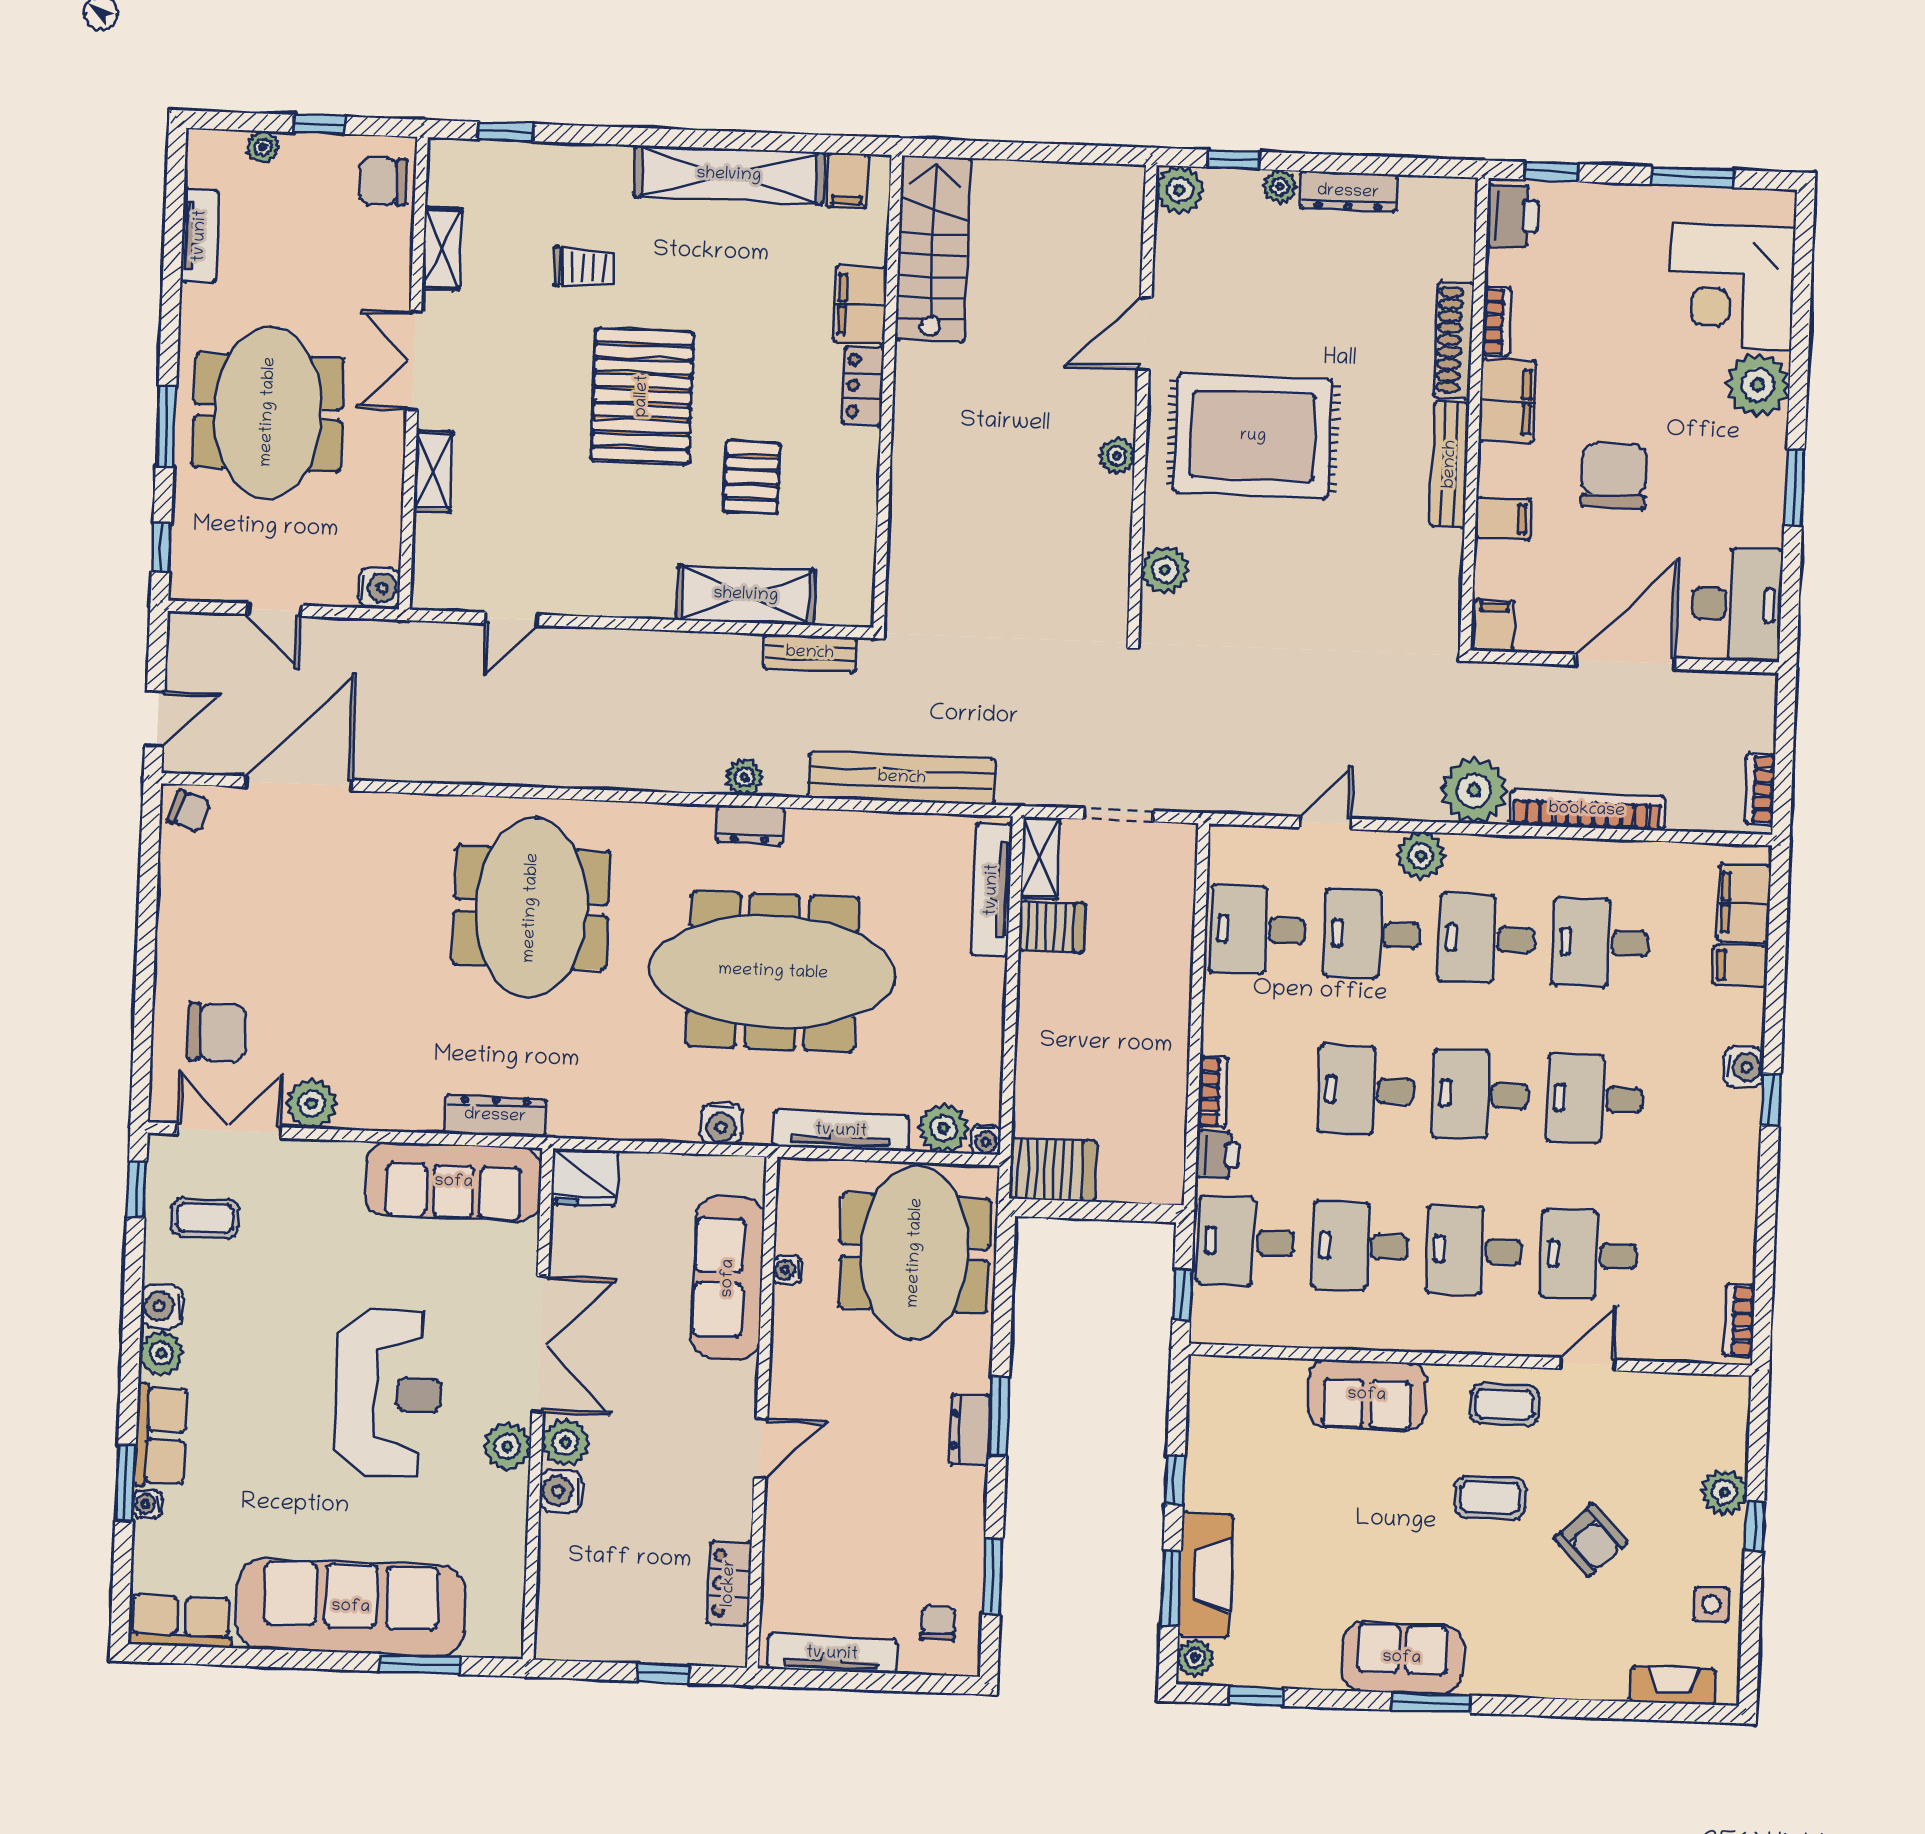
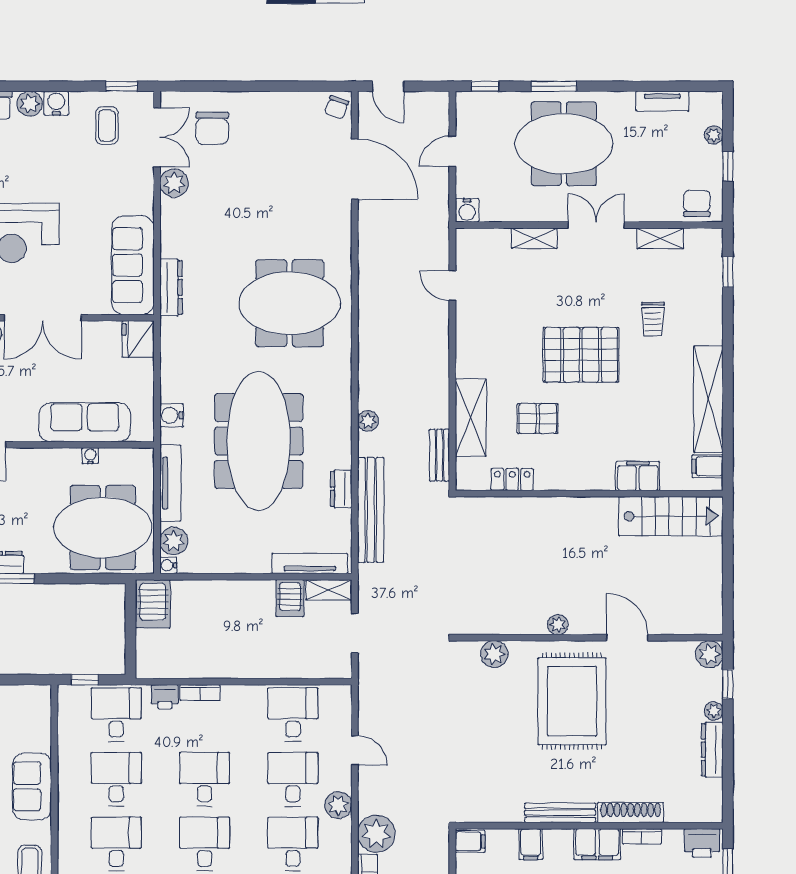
locker: (863, 386) -> (512, 479), moved
dresser: (750, 825) -> (341, 489), moved

